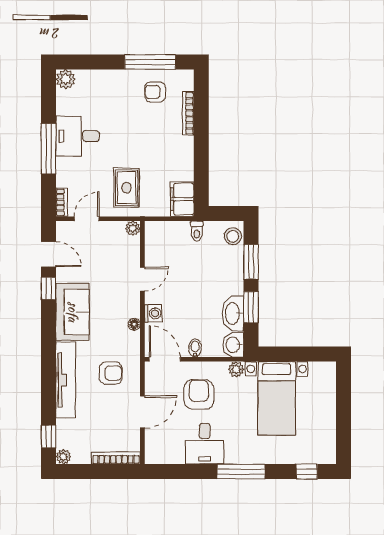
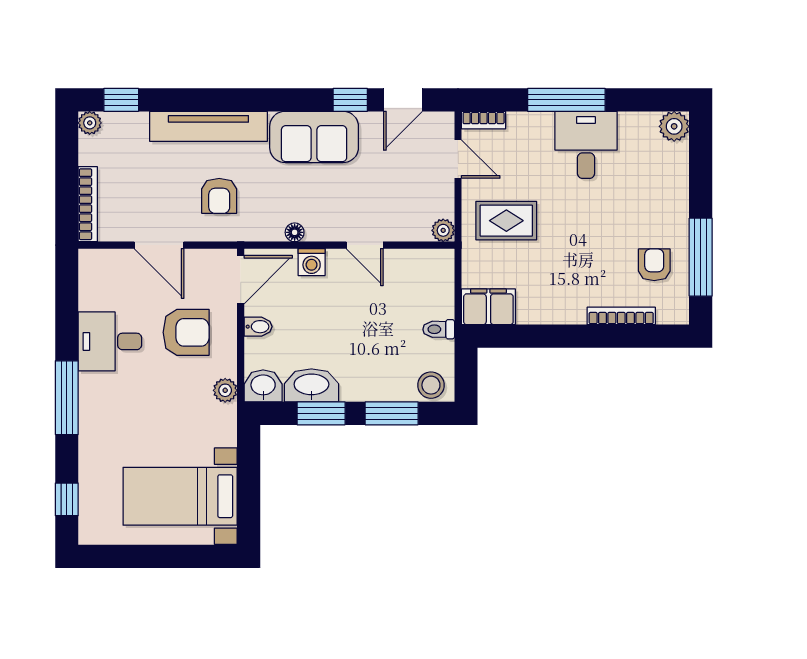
bed with nightstands: (277, 398) -> (180, 496), moved

